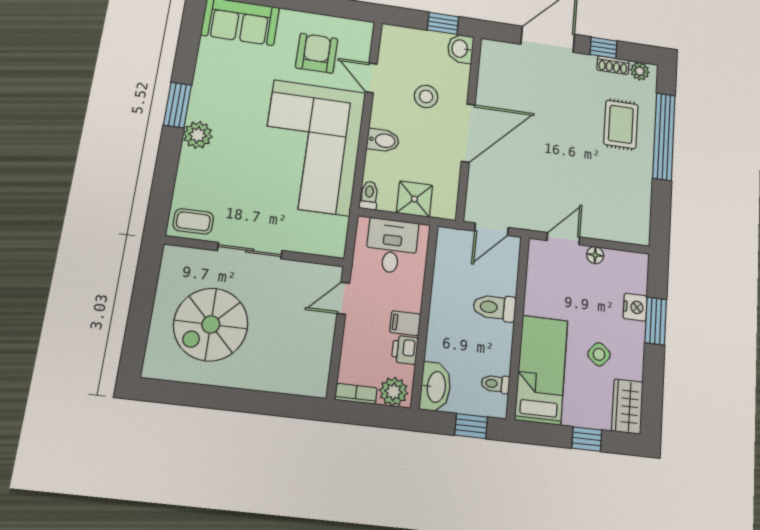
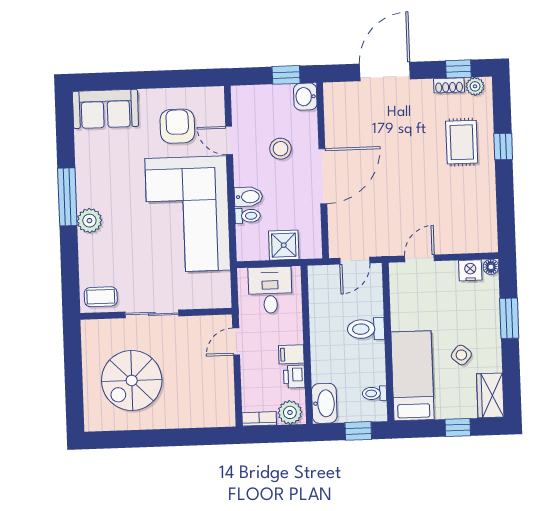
window: (604, 48) -> (458, 69), moved
window: (177, 105) -> (67, 197), width x1.44
window: (664, 136) -> (503, 146), width x0.32
toilet: (369, 195) -> (248, 216), moved, turned 90
floor lamp: (595, 255) -> (491, 267), moved
nightstand: (635, 307) -> (470, 270), moved, turned -90

